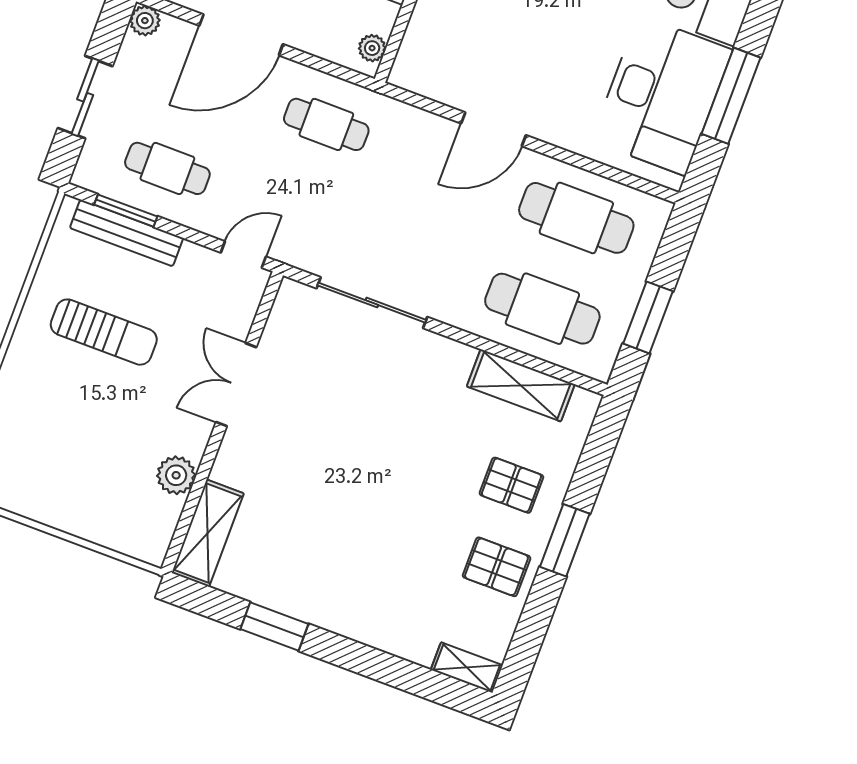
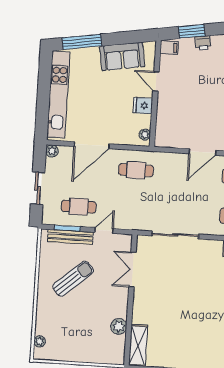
door: (243, 255) -> (104, 230), moved
sun lounger: (104, 332) -> (73, 279), turned -41
double door: (236, 385) -> (132, 270), moved

